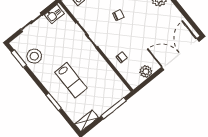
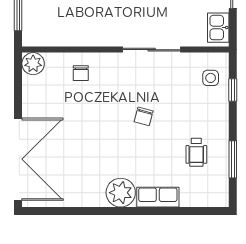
plant: (146, 72) -> (33, 64), moved

